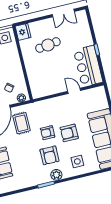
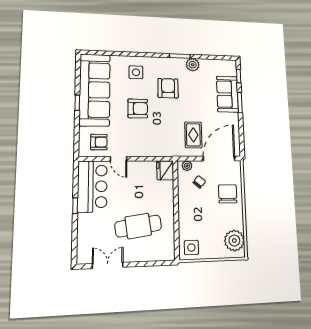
fridge: (23, 32) -> (165, 170), moved
cafe table: (48, 45) -> (138, 226), width x1.37, depth x1.35
armchair: (48, 133) -> (99, 142), moved
plant: (56, 175) -> (193, 65), moved

